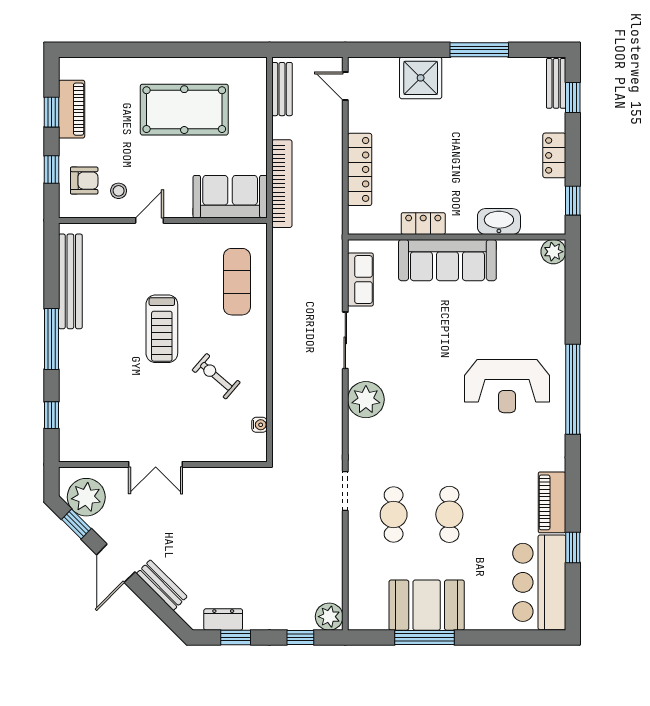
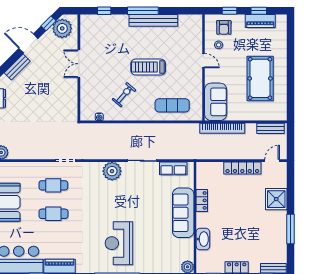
locker: (360, 169) -> (242, 168), moved
bench: (70, 281) -> (153, 20), moved

